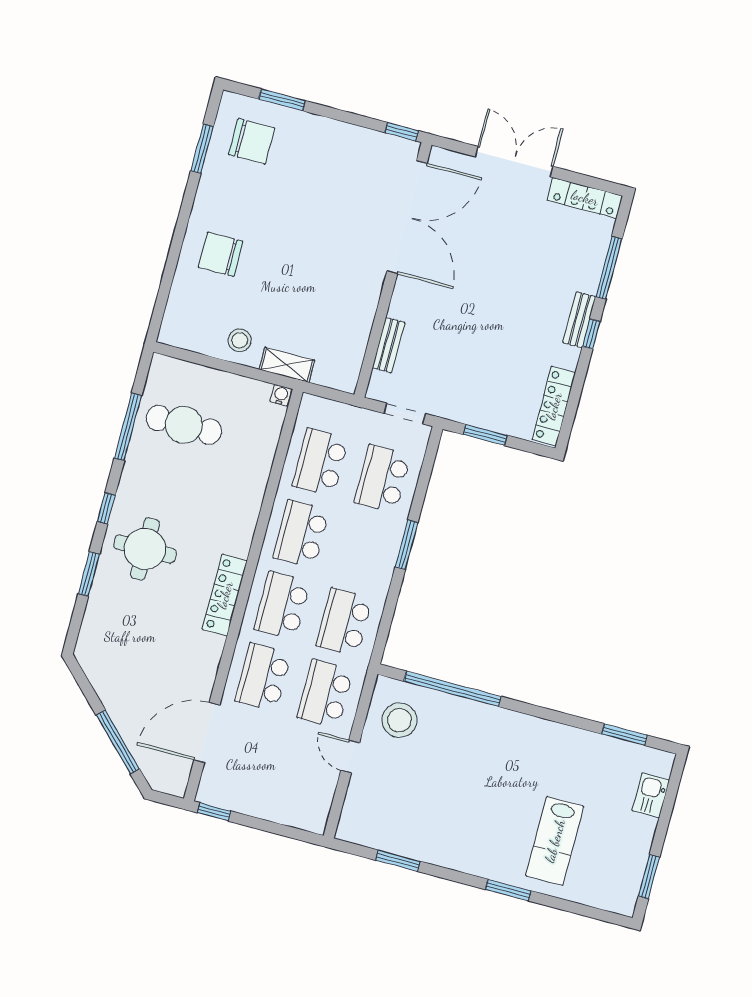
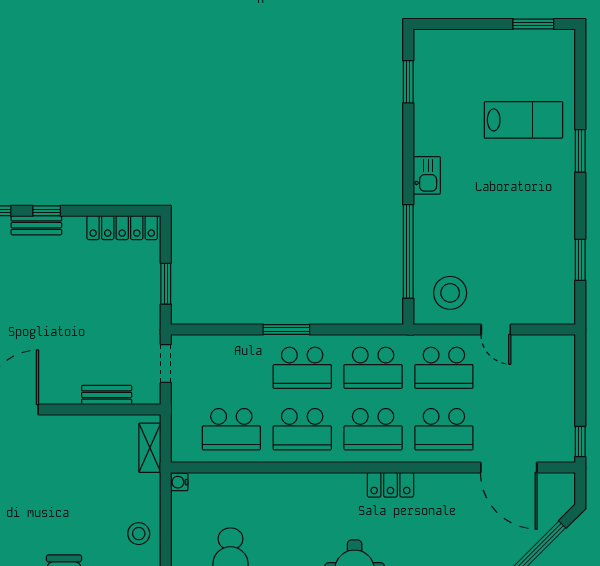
shelving: (287, 365) -> (150, 448), moved
school desk: (382, 479) -> (302, 368), moved
locker: (225, 595) -> (390, 485), width x0.66
door: (350, 757) -> (496, 329), hinge flipped
kitchen sink: (651, 795) -> (427, 175), moved, turned -90

